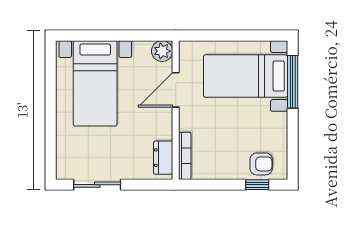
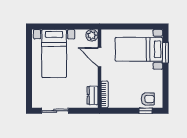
window: (293, 82) -> (165, 53), width x0.69
door: (176, 90) -> (99, 57), hinge flipped

